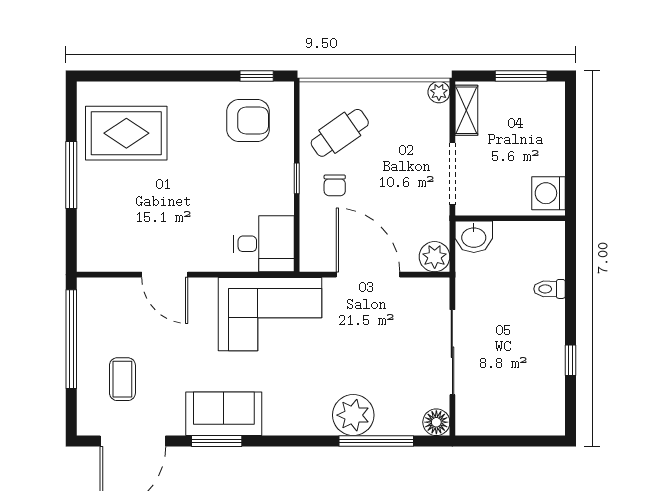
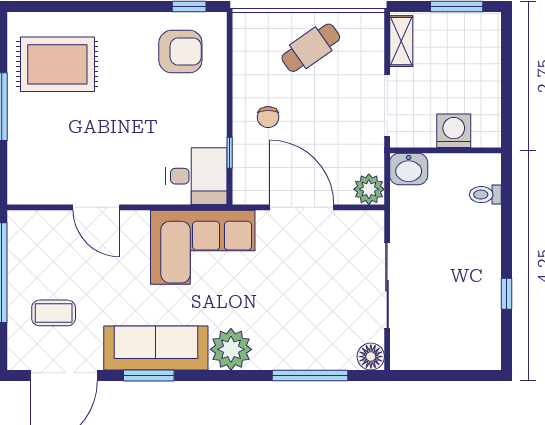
plant: (439, 92) -> (373, 23), removed
cafe table: (340, 133) -> (311, 48), moved
window: (297, 178) -> (230, 153), moved
washing machine: (549, 193) -> (454, 131), moved, turned 90
toilet: (550, 289) -> (485, 195), moved
coffee table: (122, 379) -> (54, 313), turned 90
sofa: (224, 414) -> (156, 348), width x1.36
plant: (353, 415) -> (231, 349), moved

